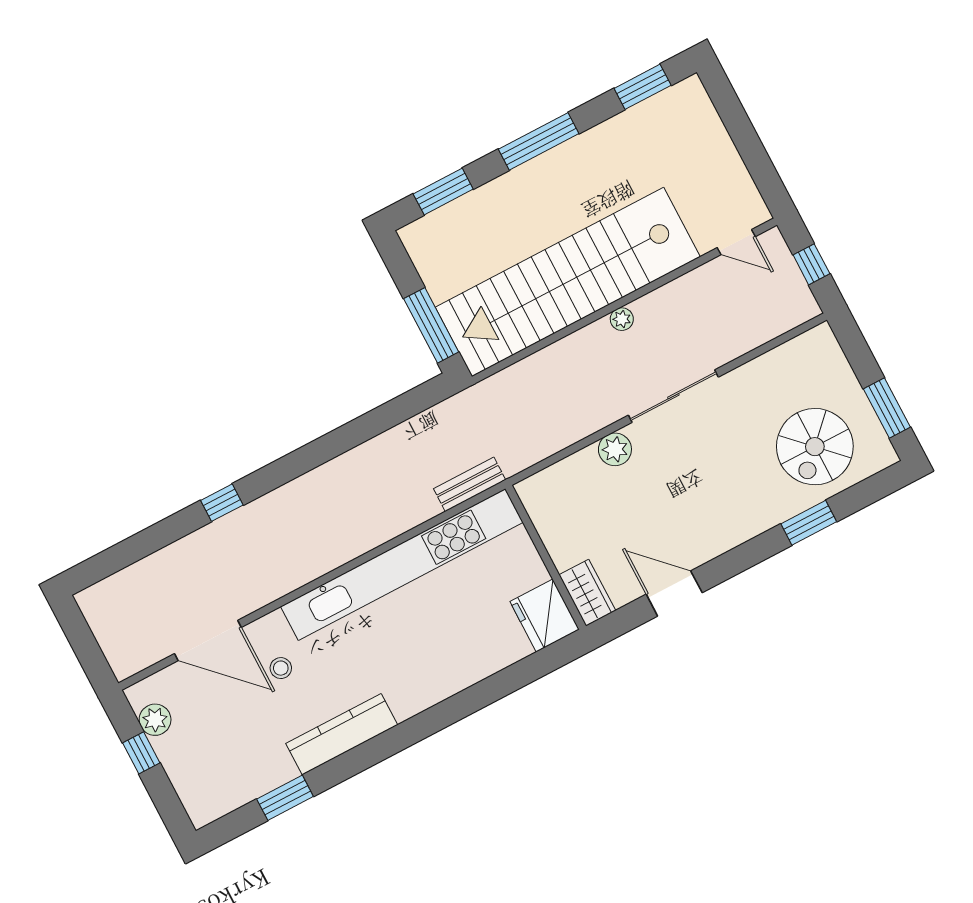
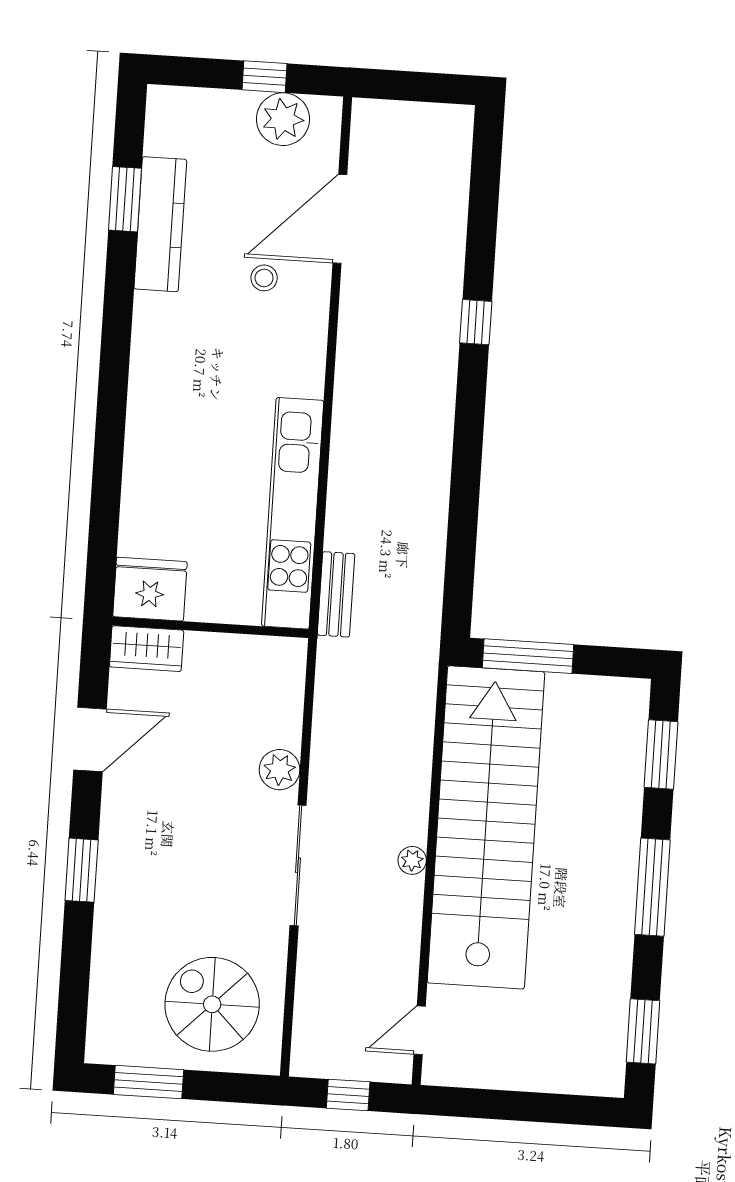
spiral stairs: (815, 447) -> (212, 1004), moved
window: (809, 523) -> (82, 870), moved
kitchen unit: (402, 564) -> (293, 513), width x0.73
plant: (155, 720) -> (283, 119), width x1.36, depth x1.36
kitchen counter: (342, 734) -> (160, 224), moved

